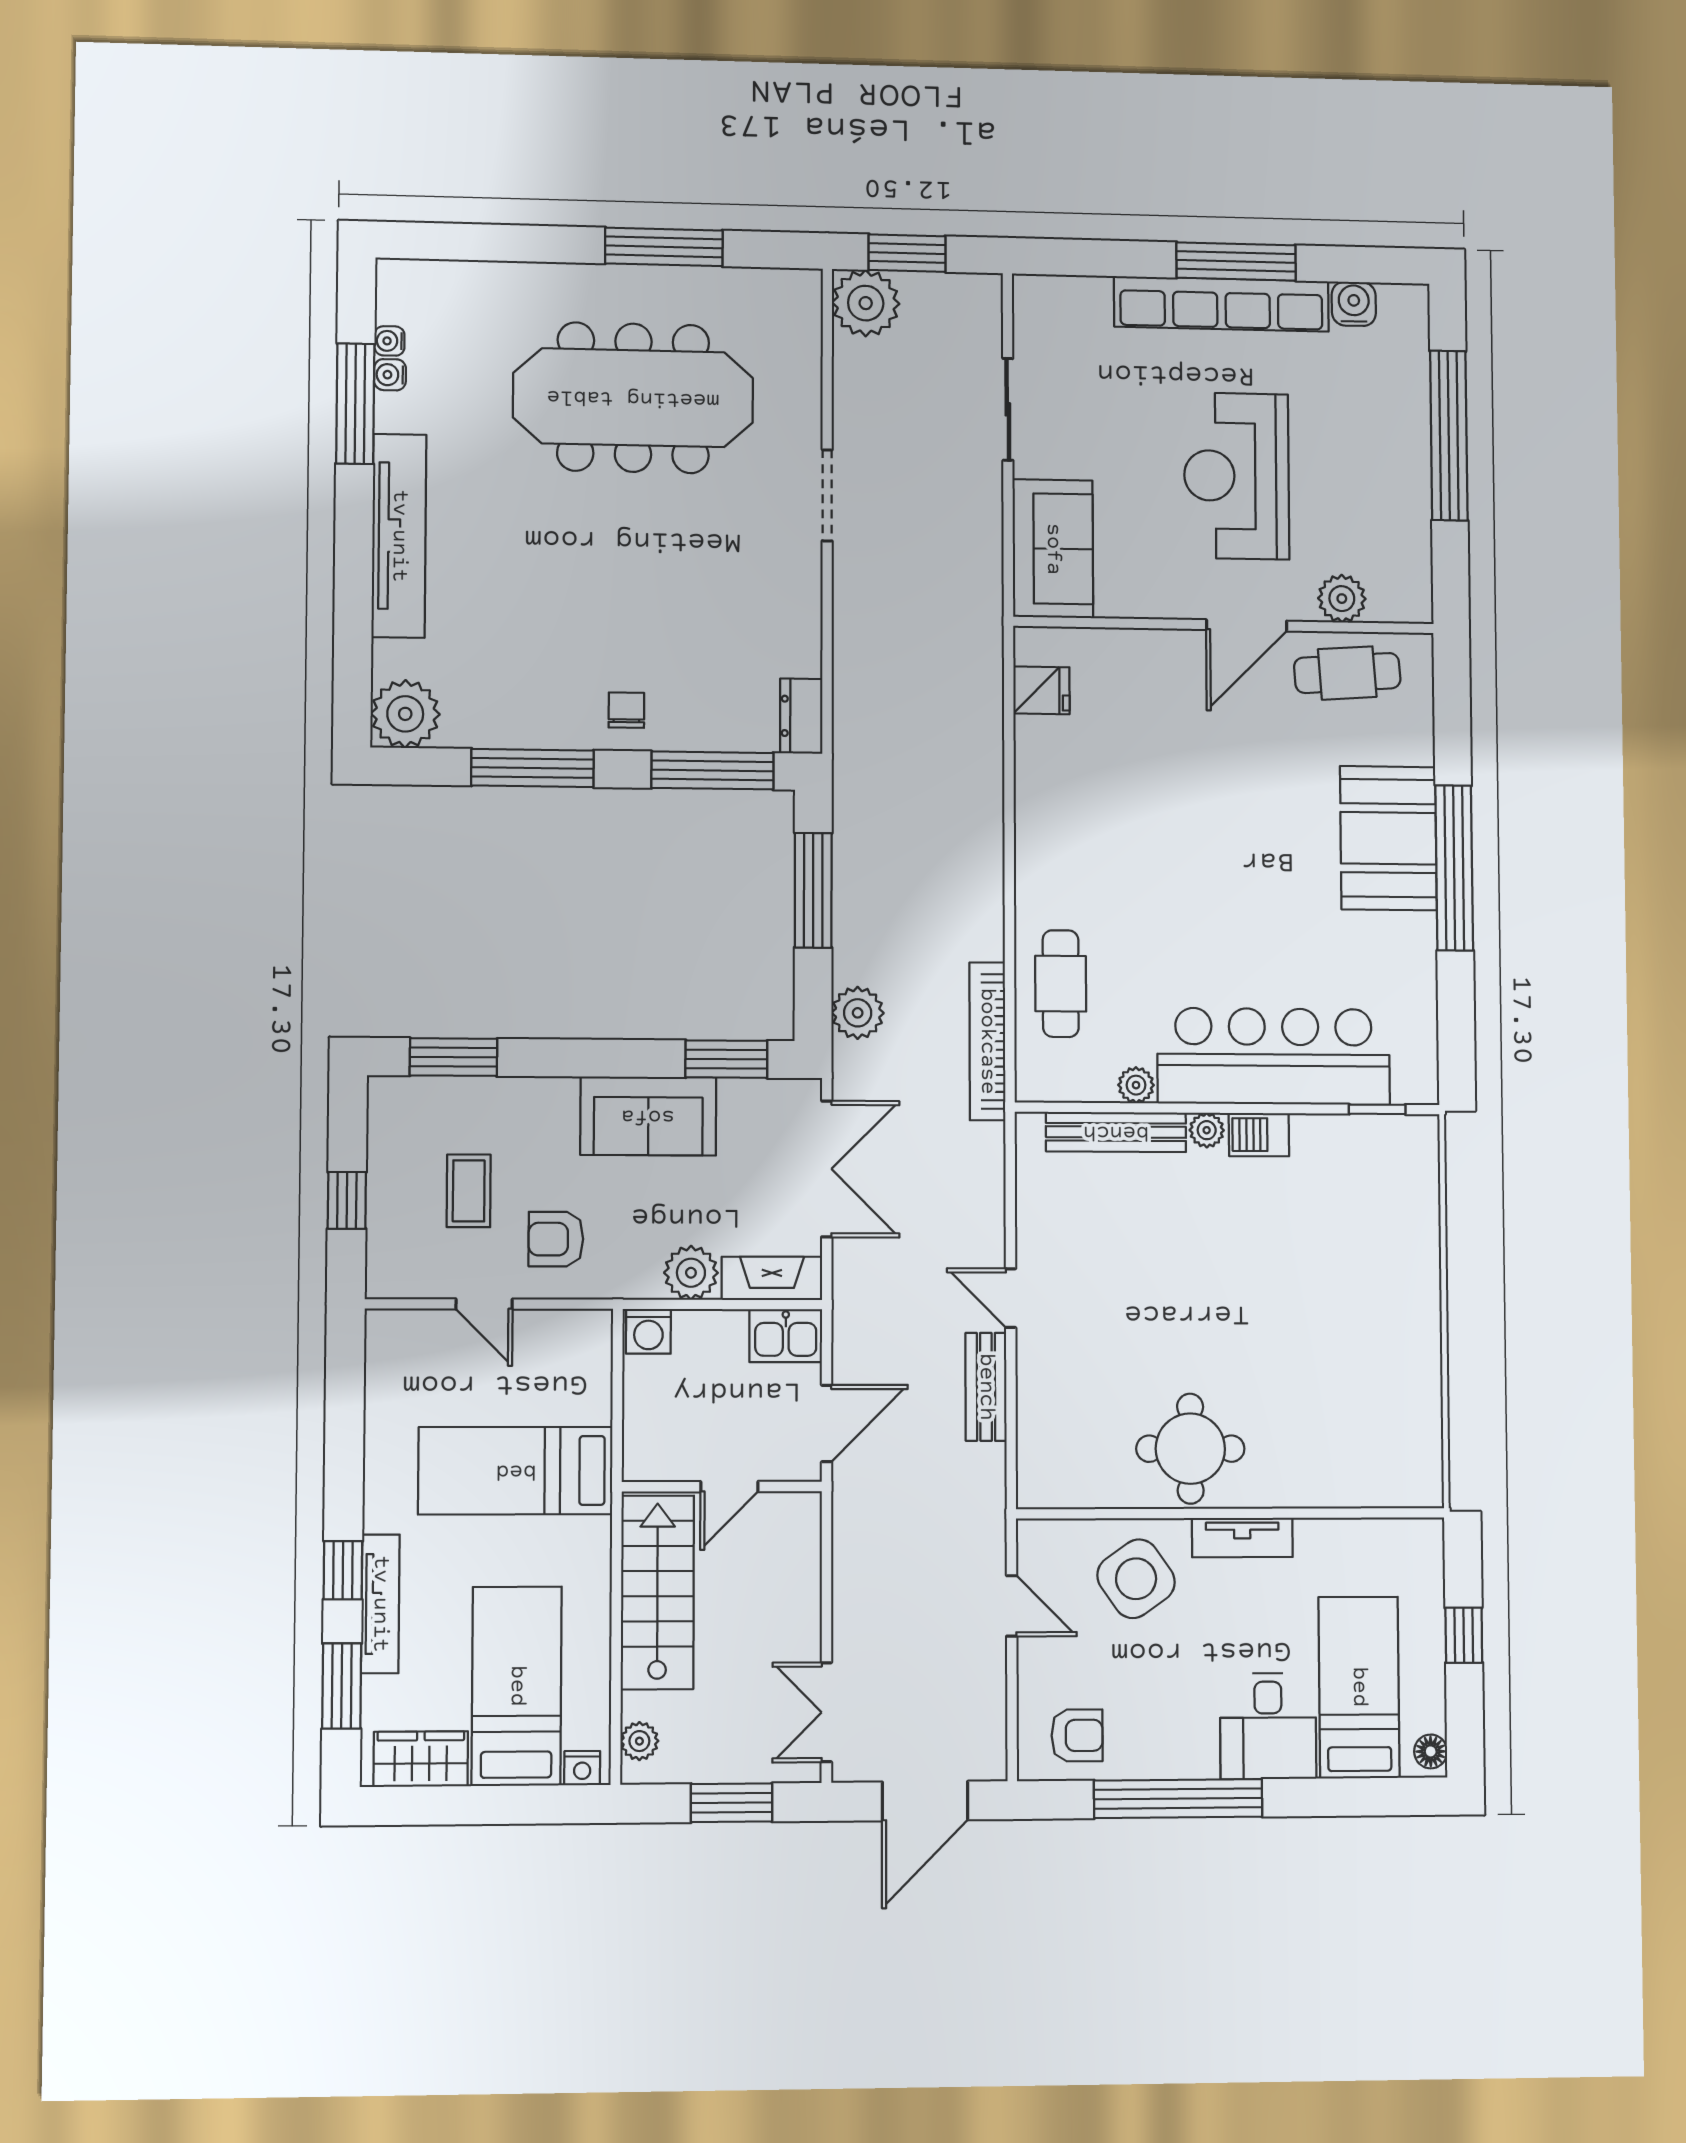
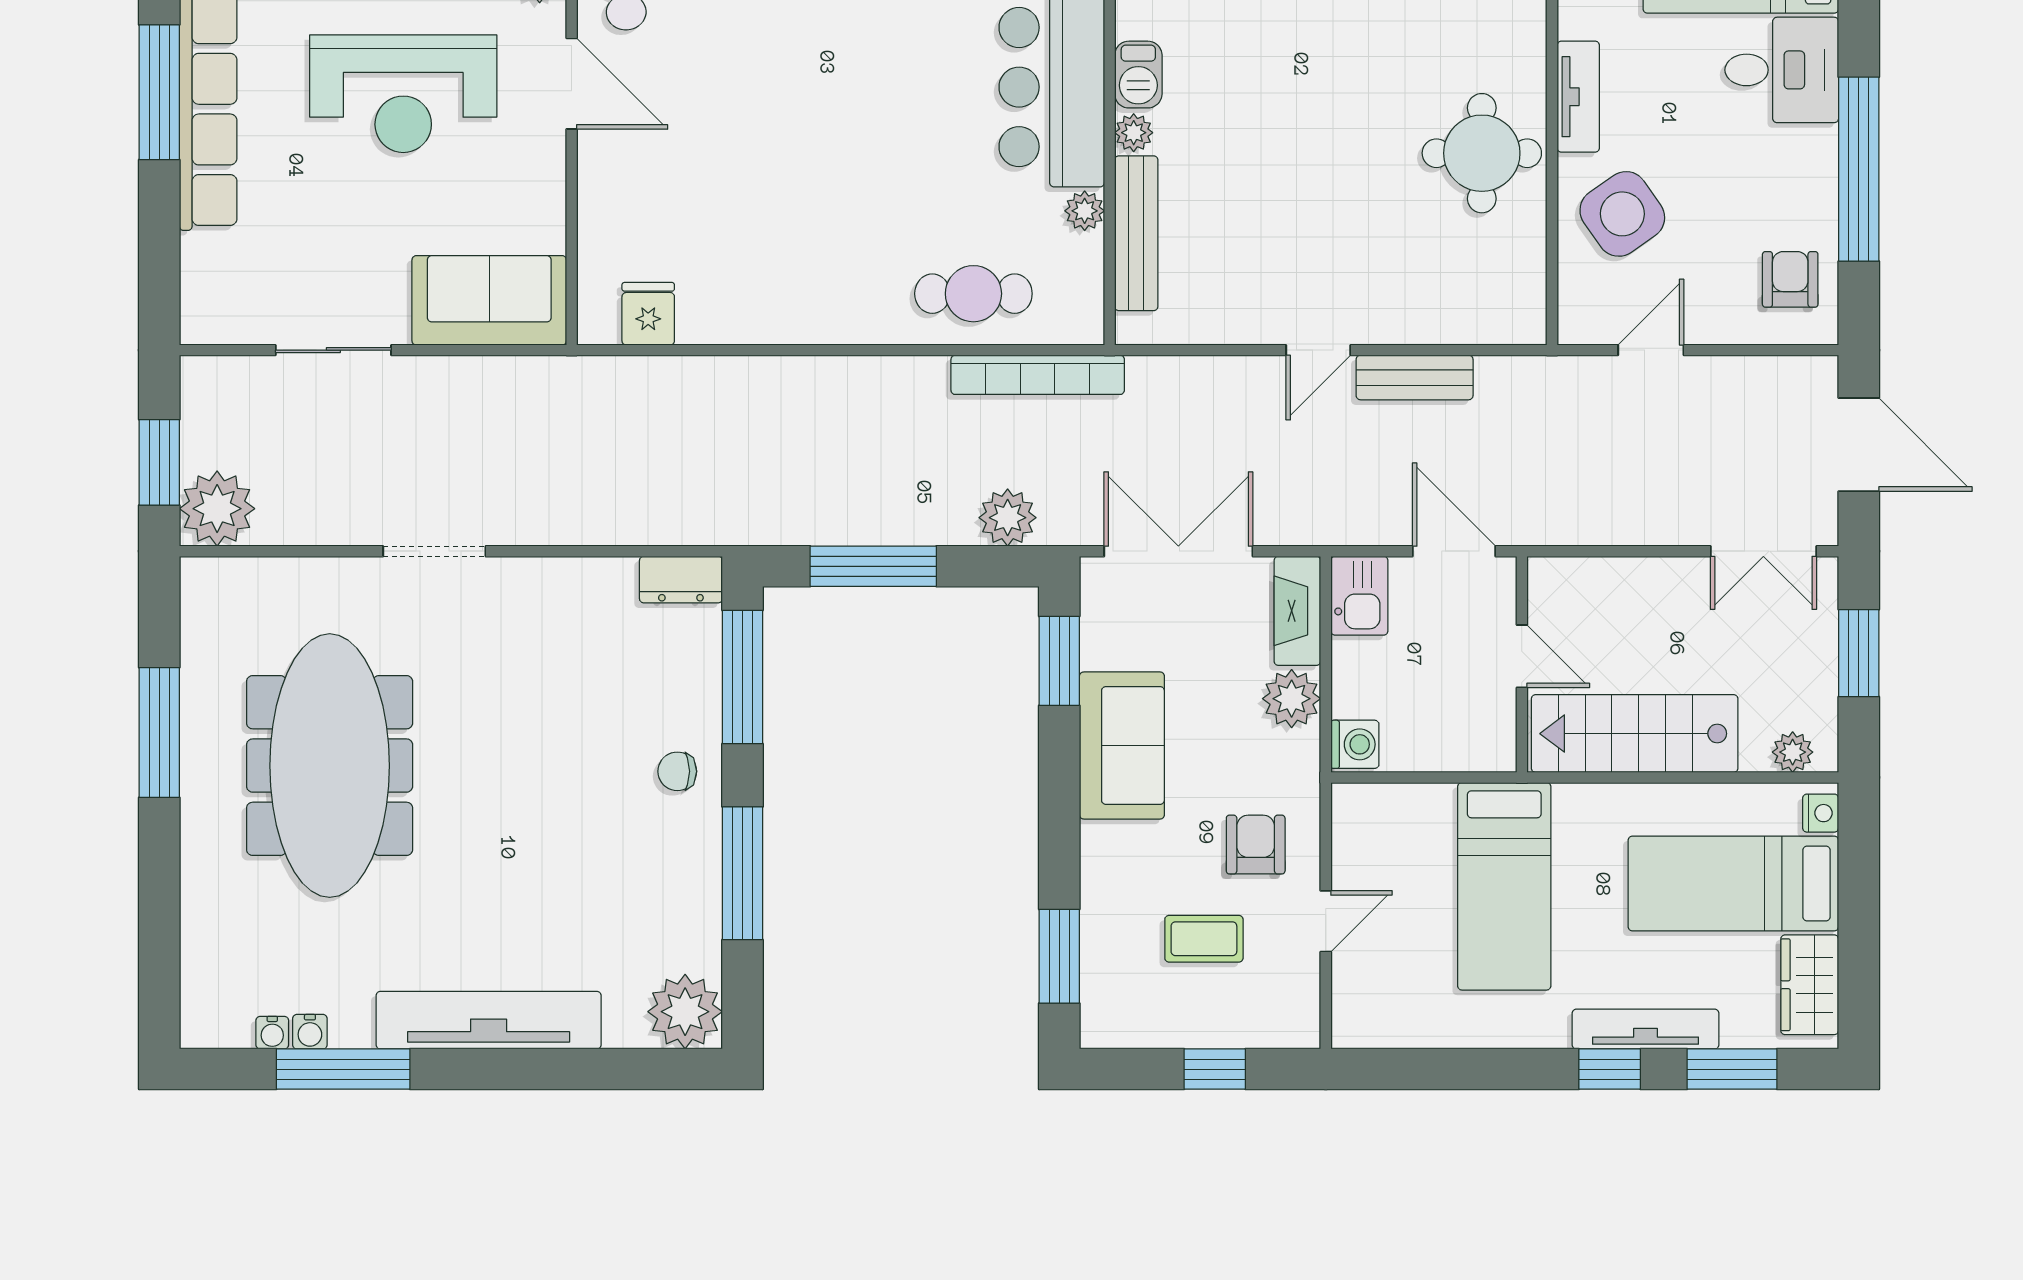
armchair: (556, 1239) -> (1256, 845), turned 180

